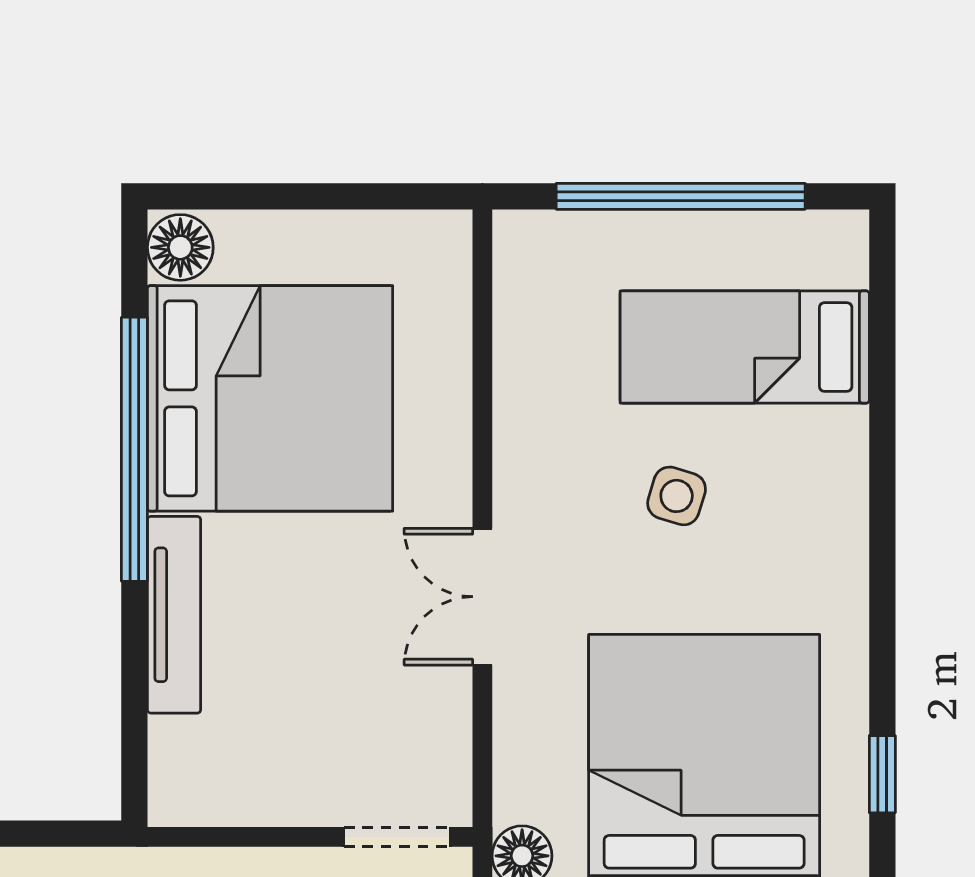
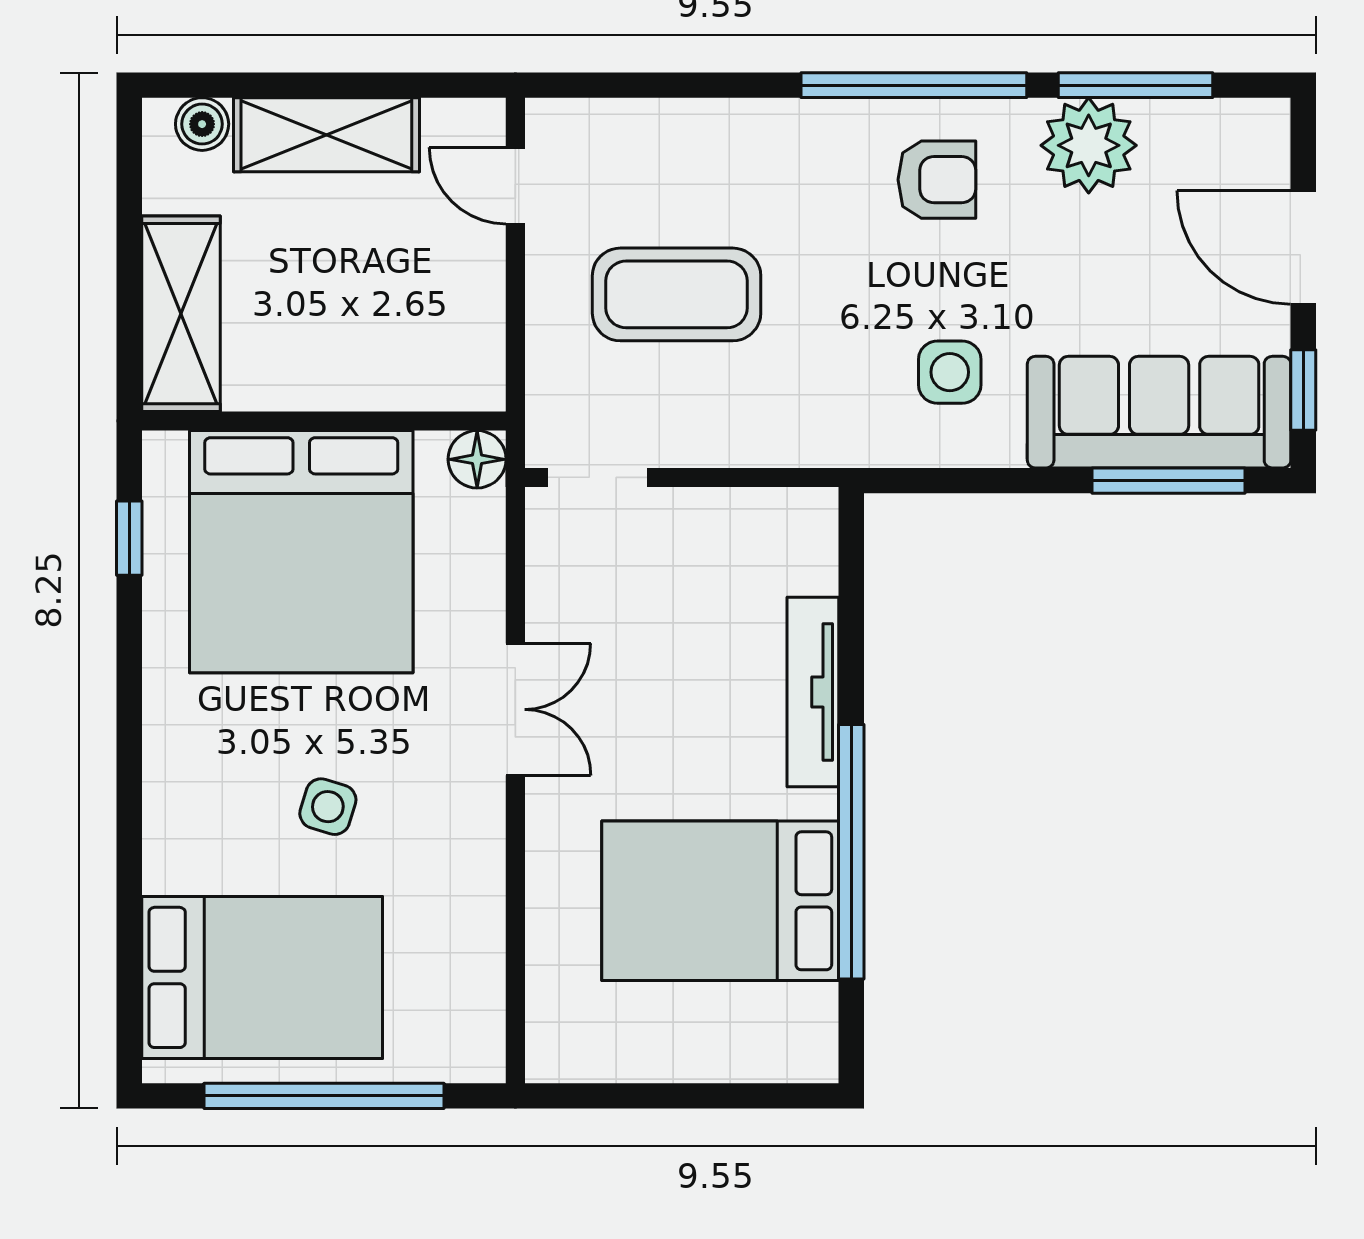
floor lamp: (180, 247) -> (807, 1047), removed
bed: (745, 347) -> (262, 977), width x1.50
bed: (270, 398) -> (720, 901), width x0.73

